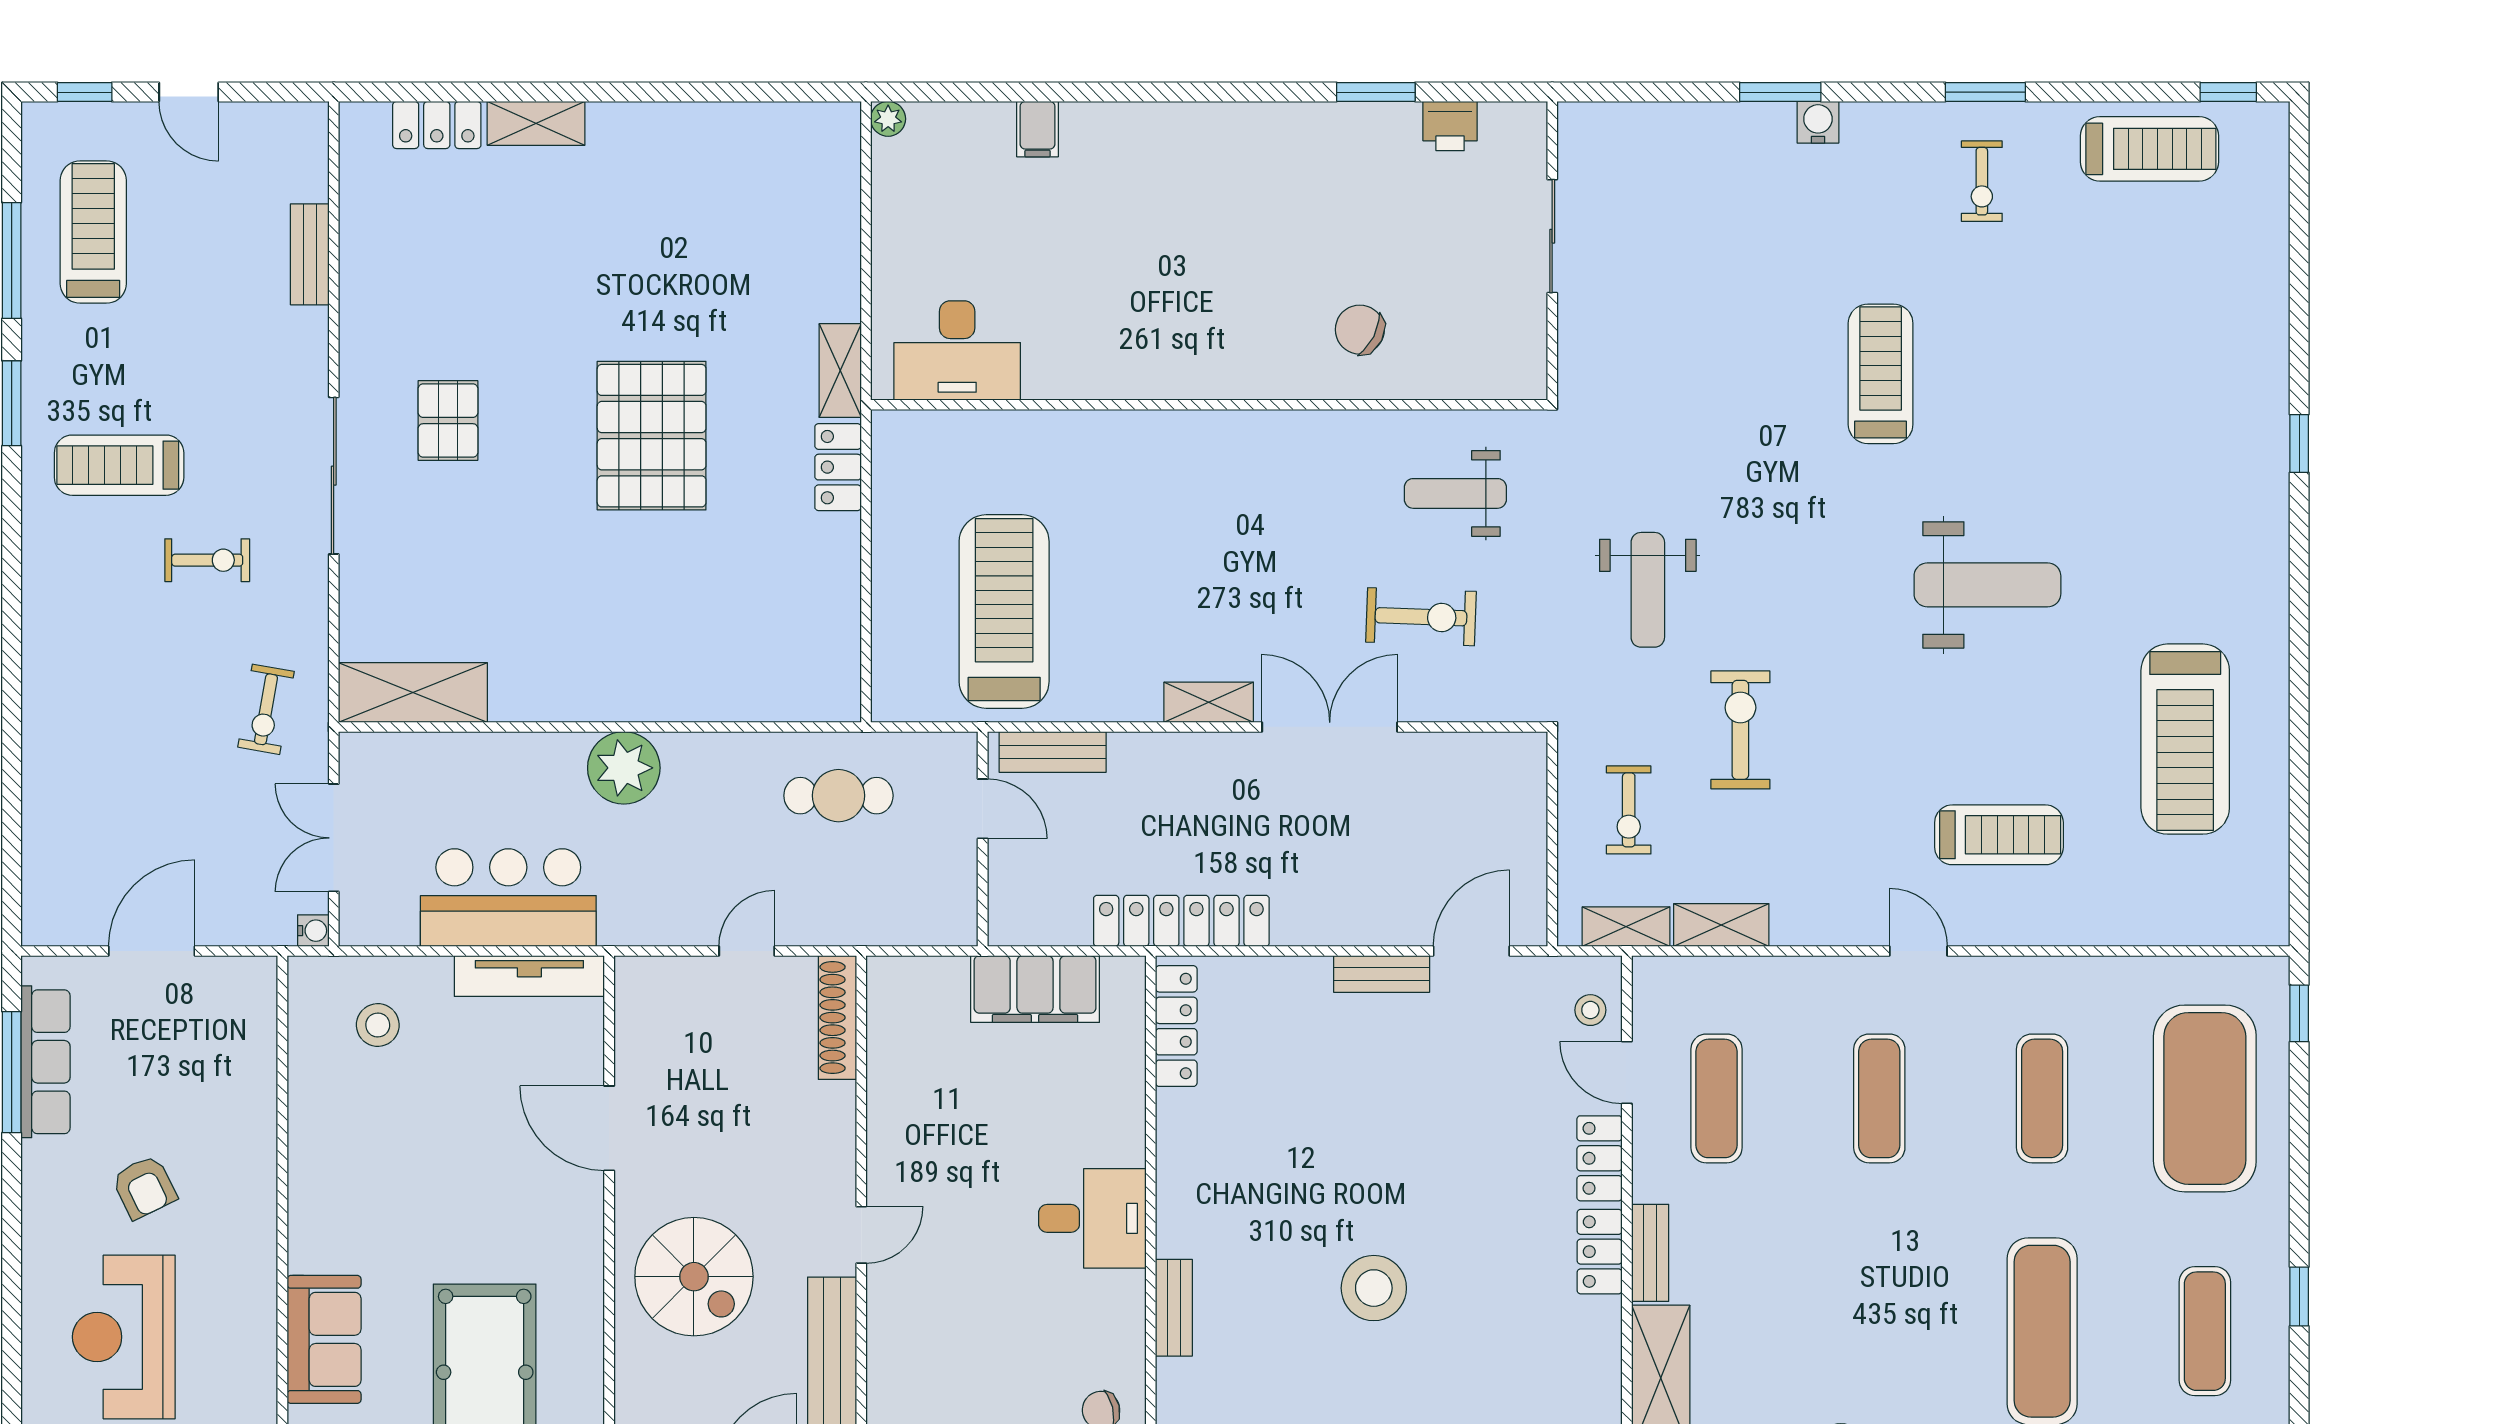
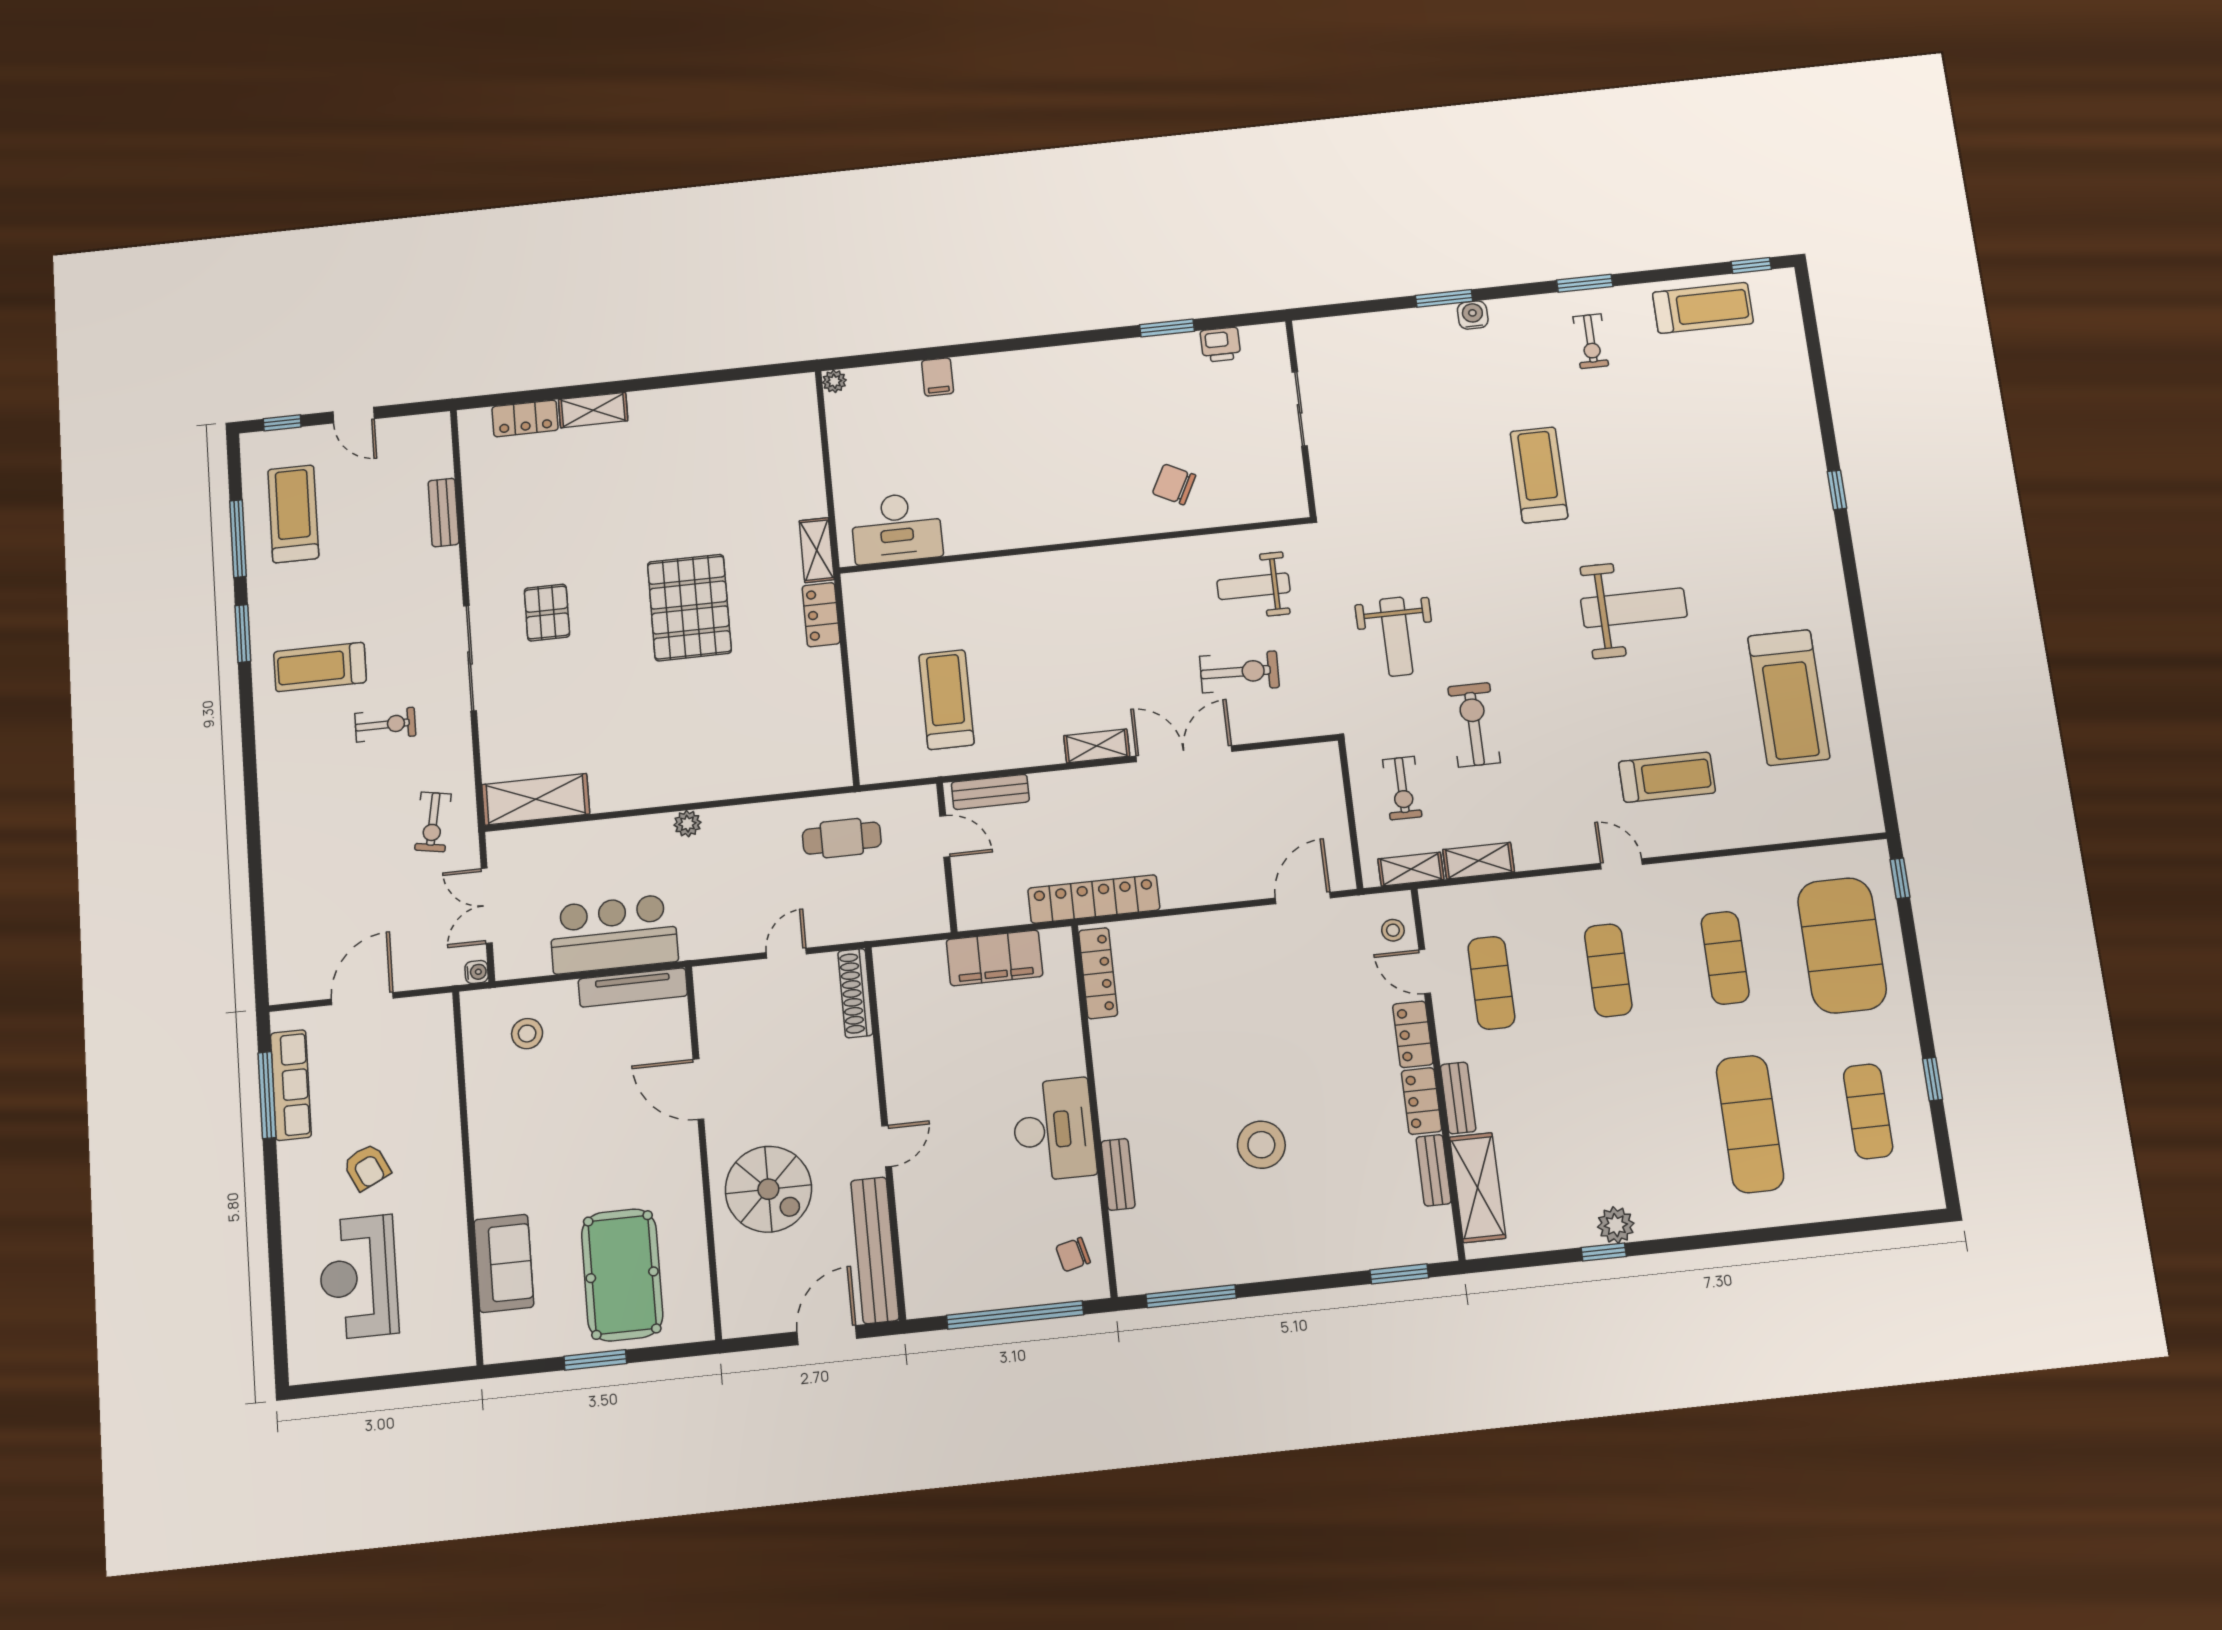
treadmill: (1004, 611) -> (946, 700), width x0.73, depth x0.73
plant: (624, 768) -> (687, 824), width x0.53, depth x0.53
bench: (1382, 974) -> (1434, 1170), moved, turned 90
desk: (1092, 1218) -> (1054, 1130), width x1.37

